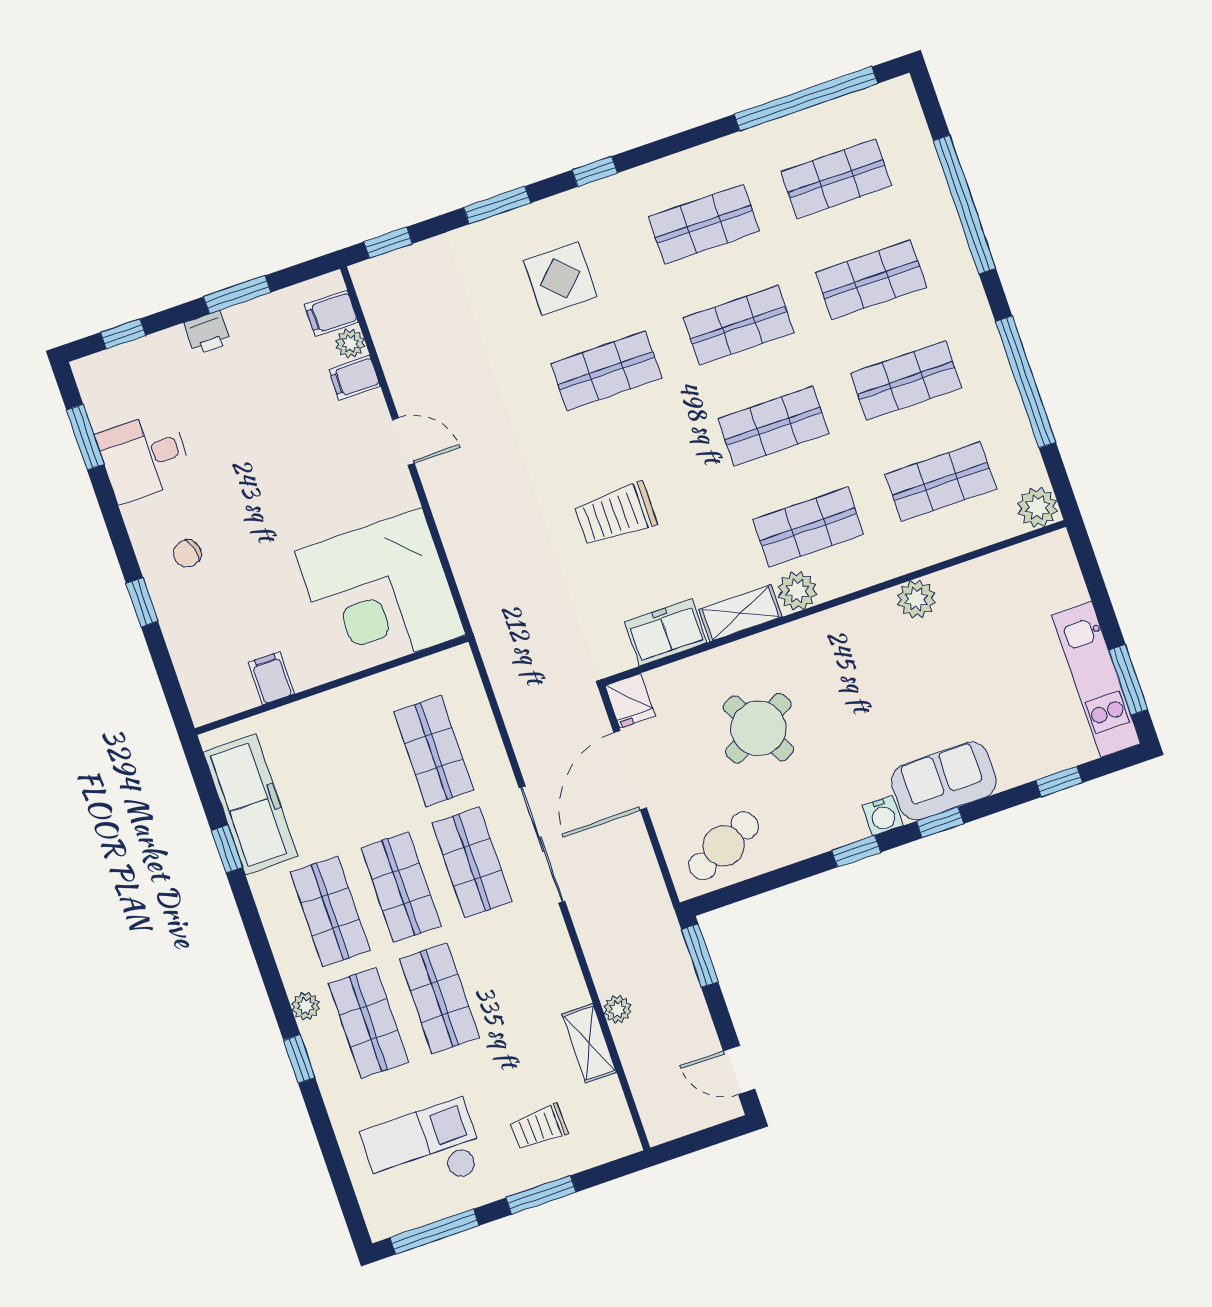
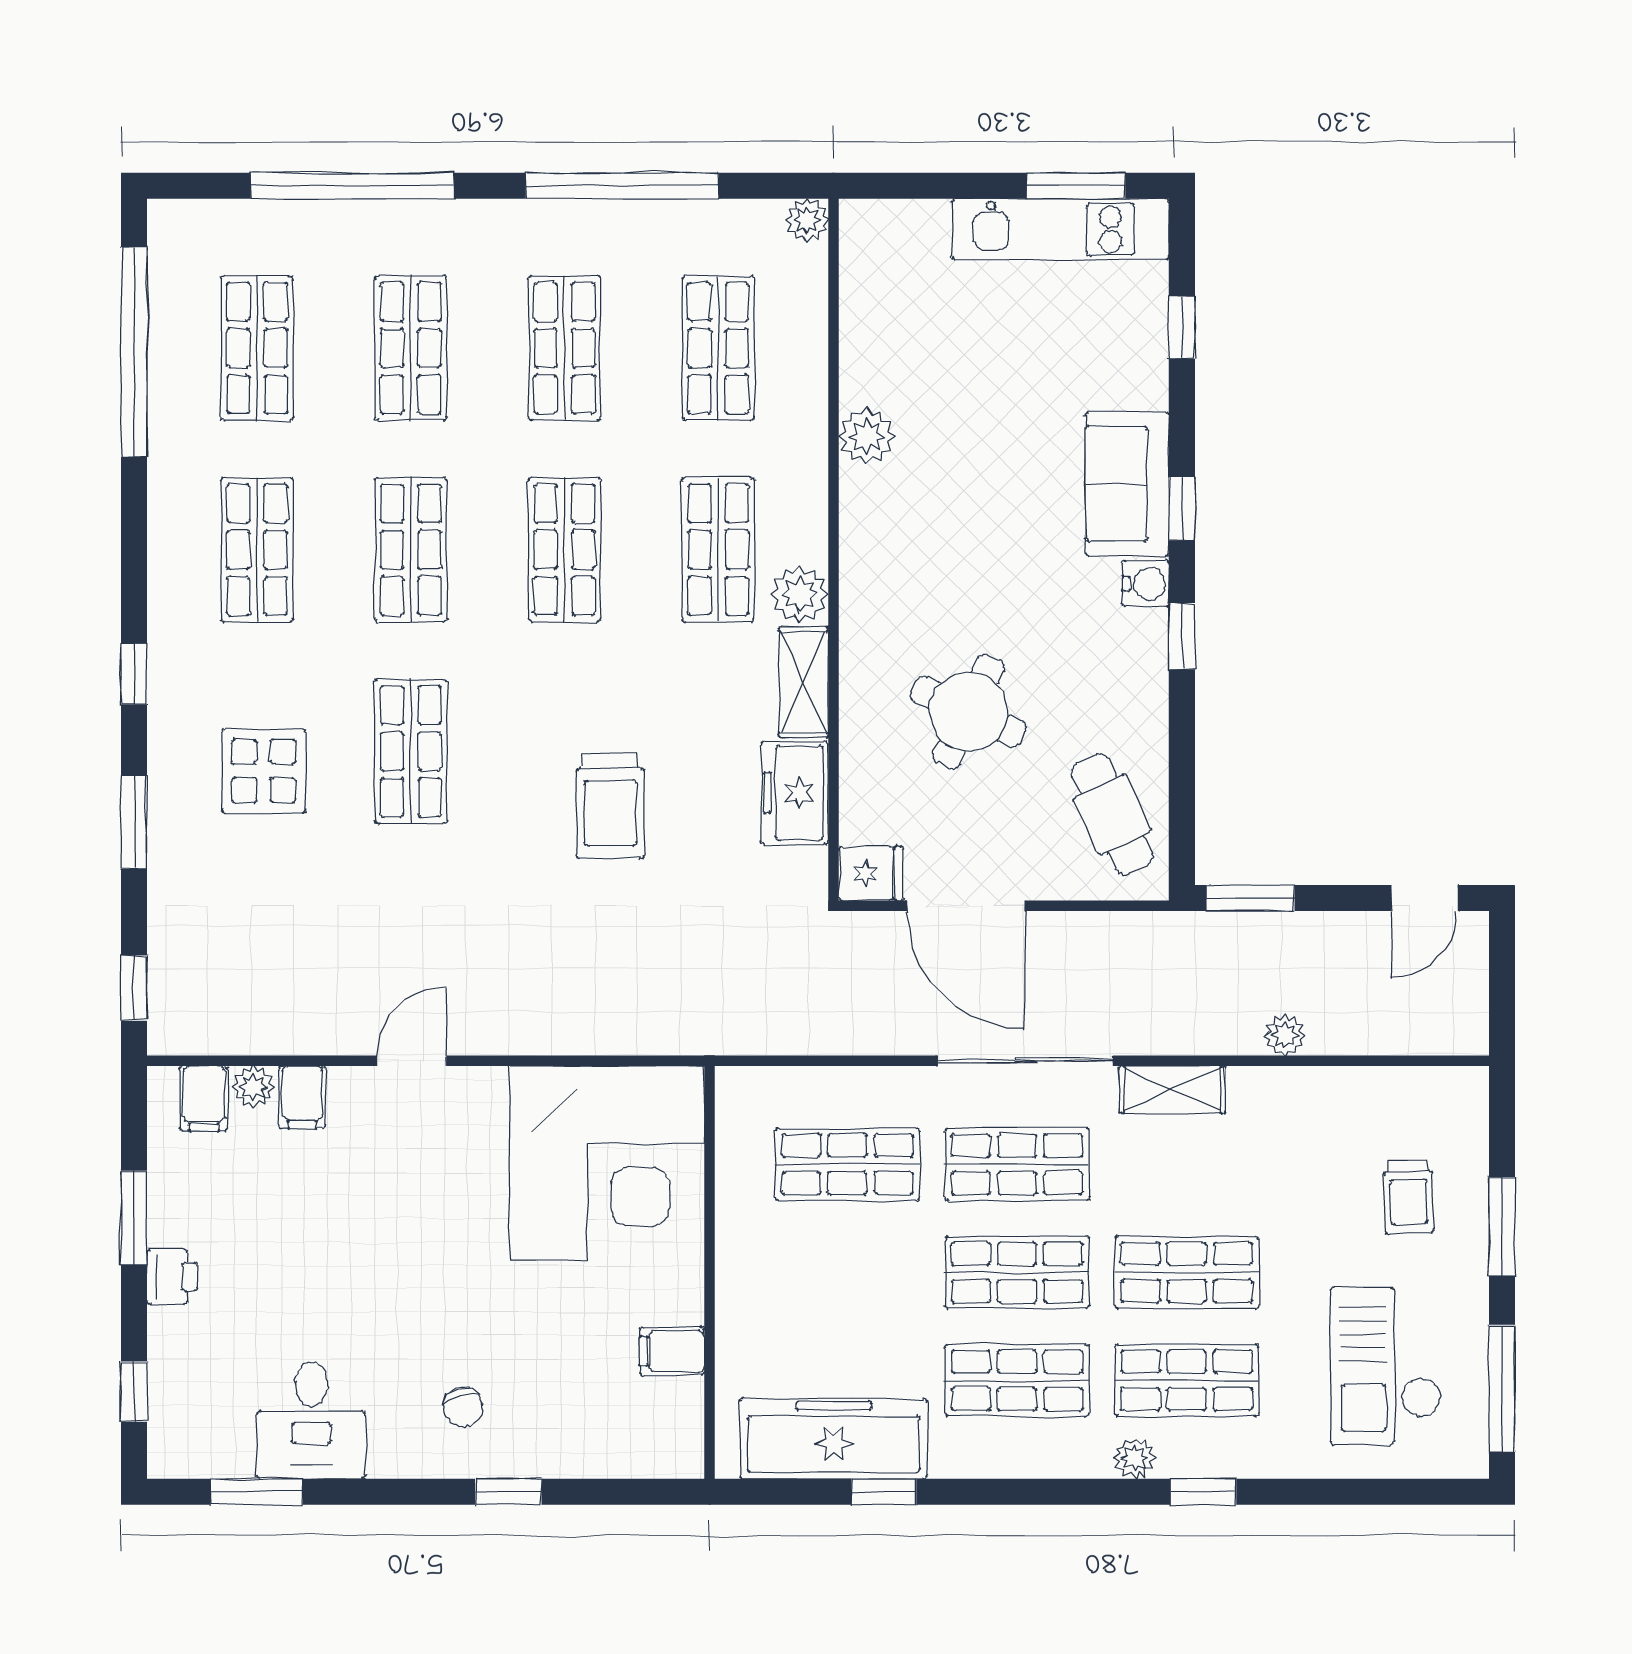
plant: (1038, 507) -> (807, 220), width x0.73, depth x0.73
round table: (758, 728) -> (969, 712), turned -36
shelving: (589, 1043) -> (1172, 1090), moved

